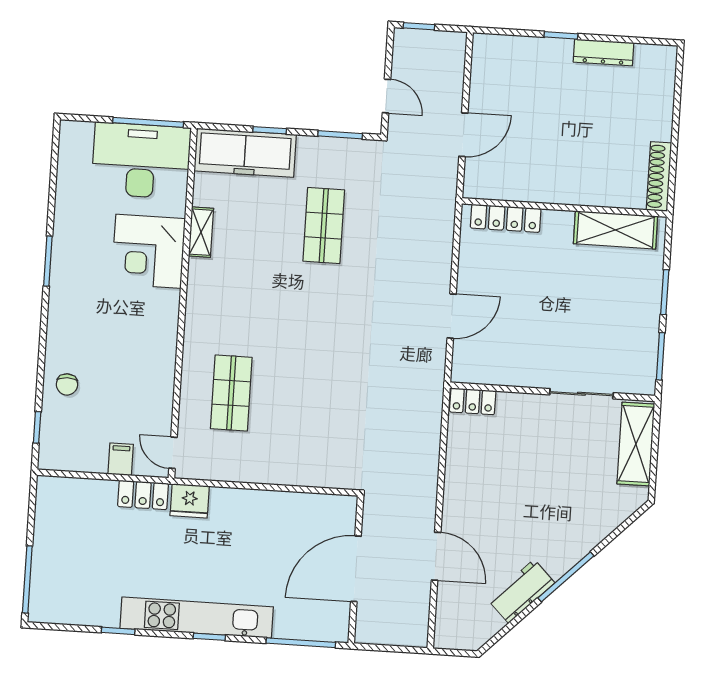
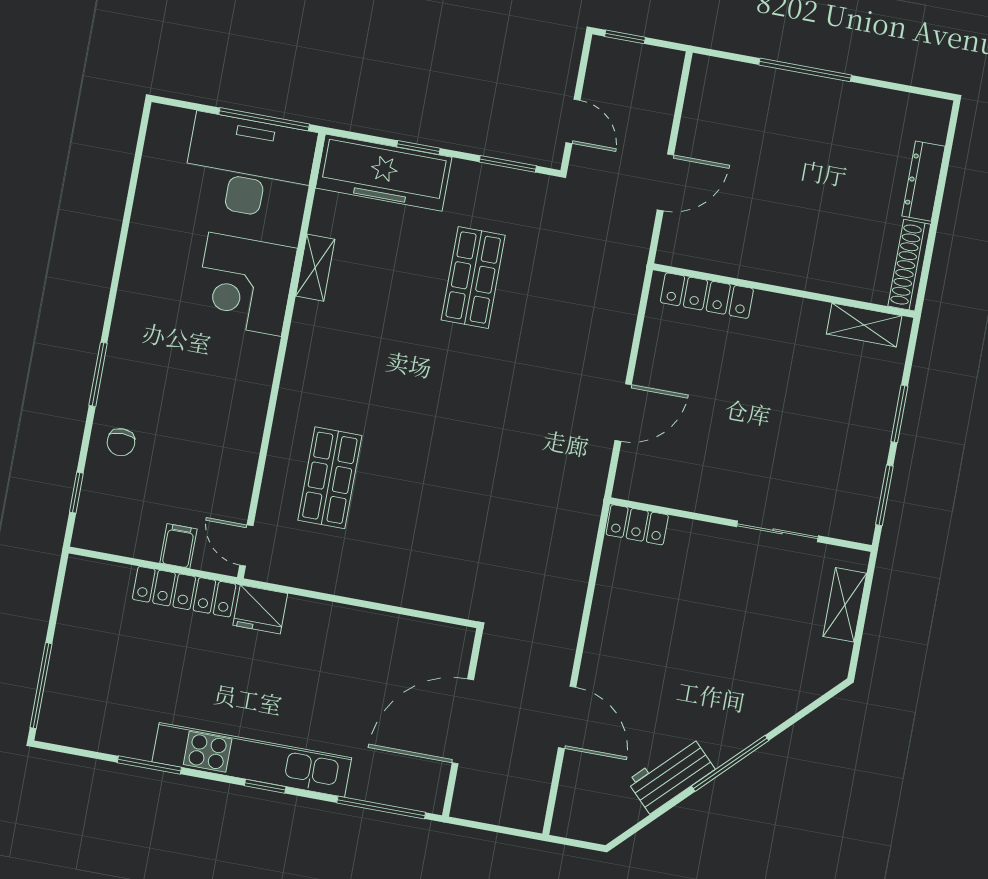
window: (561, 35) -> (805, 70), width x2.17
dresser: (604, 52) -> (923, 181), moved, turned 90
shelving: (616, 230) -> (864, 325), width x0.67, depth x0.75
window: (48, 261) -> (98, 374), moved
shelving: (636, 444) -> (845, 605), width x0.67, depth x0.75
locker: (143, 495) -> (184, 592), width x1.53
window: (118, 631) -> (149, 765), width x1.50

